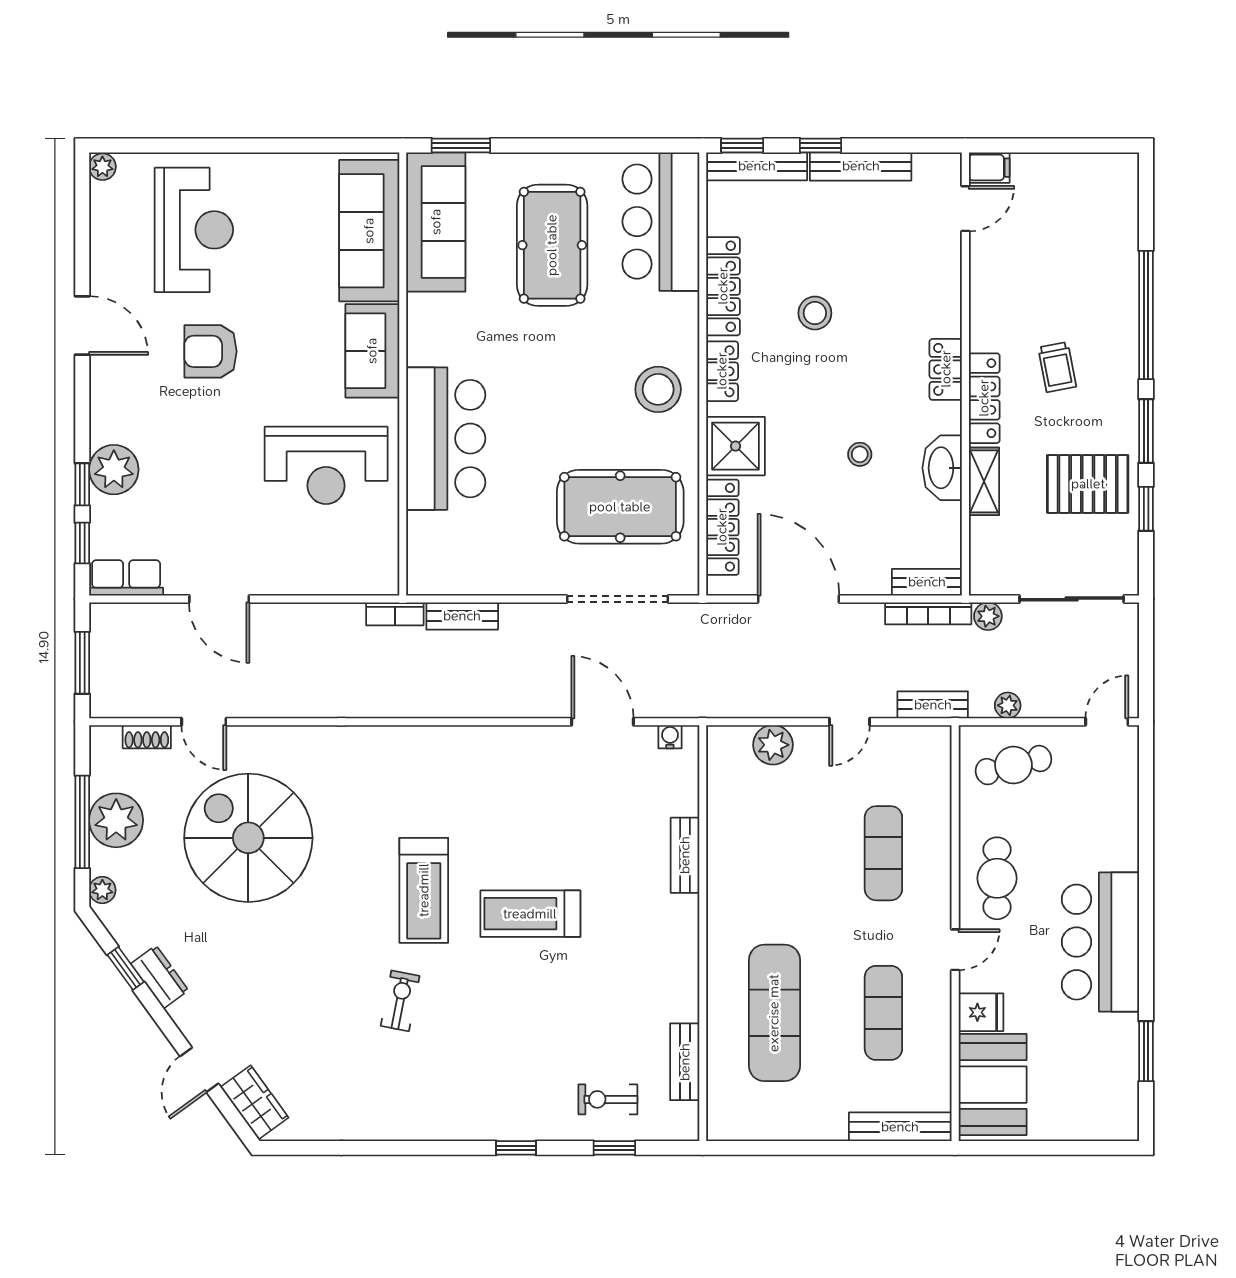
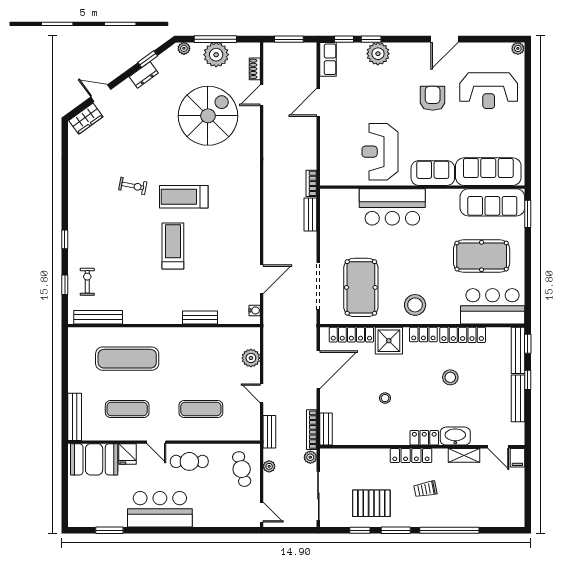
washbasin: (942, 468) -> (455, 436), moved
shelving: (984, 481) -> (464, 455), moved
pallet: (1088, 484) -> (371, 503), turned 90
bench: (685, 1062) -> (98, 317), width x1.36

